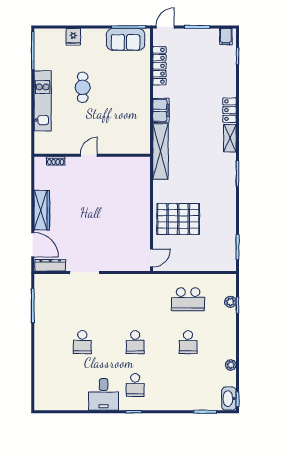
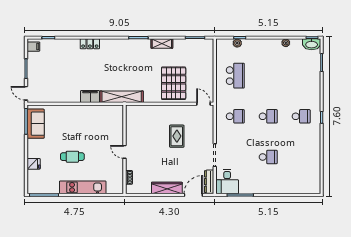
locker: (159, 66) -> (56, 98), removed
shelving: (230, 138) -> (162, 44), moved
rug: (109, 223) -> (177, 136), added
school desk: (188, 342) -> (235, 116), moved
desk: (104, 394) -> (227, 182), moved, turned 90

